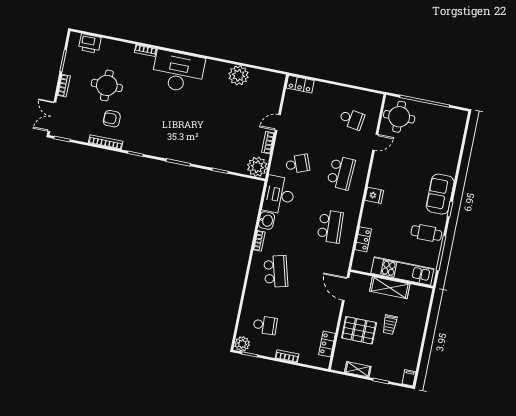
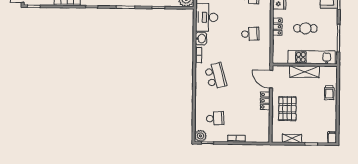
school desk: (330, 226) -> (250, 34), width x0.54
cafe table: (426, 233) -> (305, 28), moved
locker: (363, 239) -> (277, 27), moved
trolley: (390, 324) -> (329, 93), moved
pallet: (359, 330) -> (287, 109), turned 90
locker: (327, 344) -> (265, 101), moved

